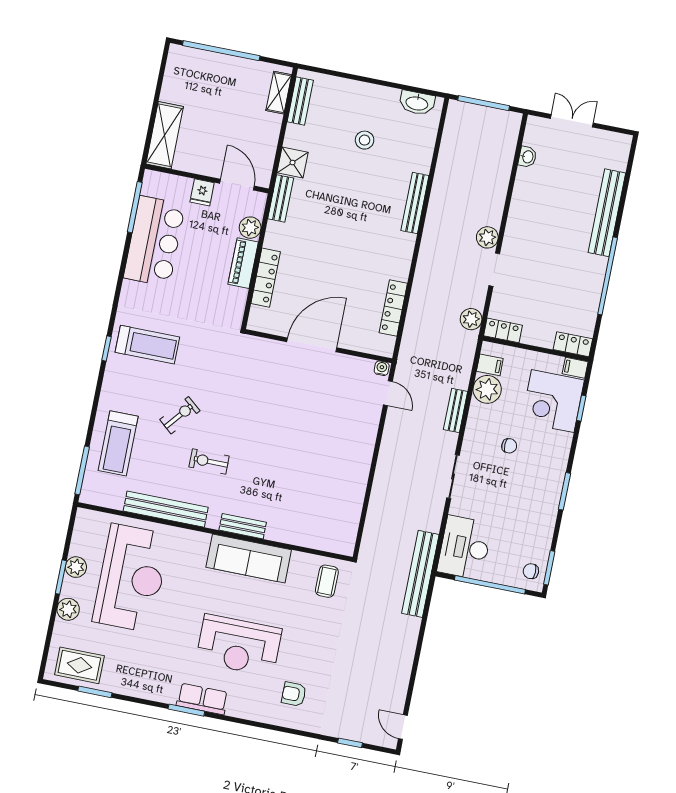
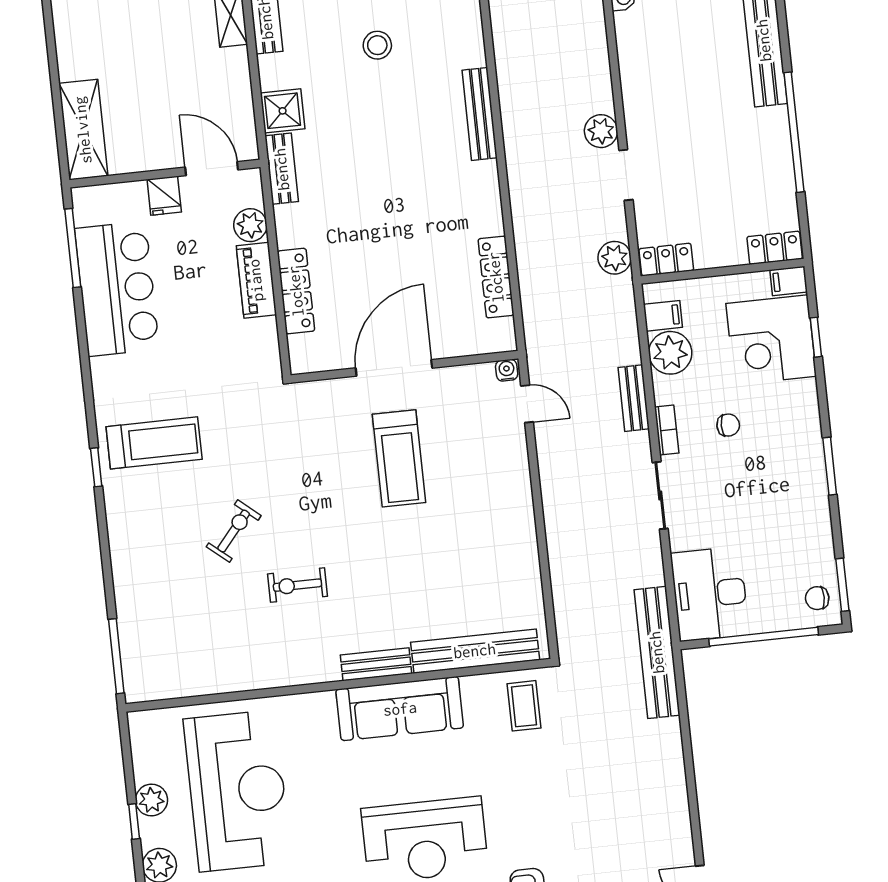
bookcase: (470, 437) -> (667, 430), added
treadmill: (118, 443) -> (399, 458), moved
bench: (166, 509) -> (475, 651), moved
window: (61, 577) -> (134, 822), width x0.67

